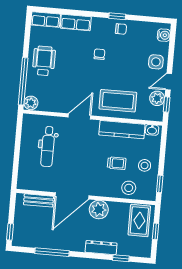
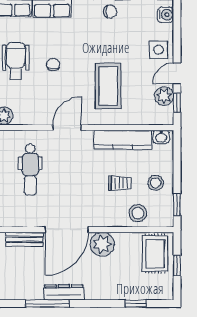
chair: (99, 54) -> (53, 64), moved
coffee table: (118, 101) -> (108, 86), moved, turned 90
dresser: (101, 248) -> (64, 292), moved

